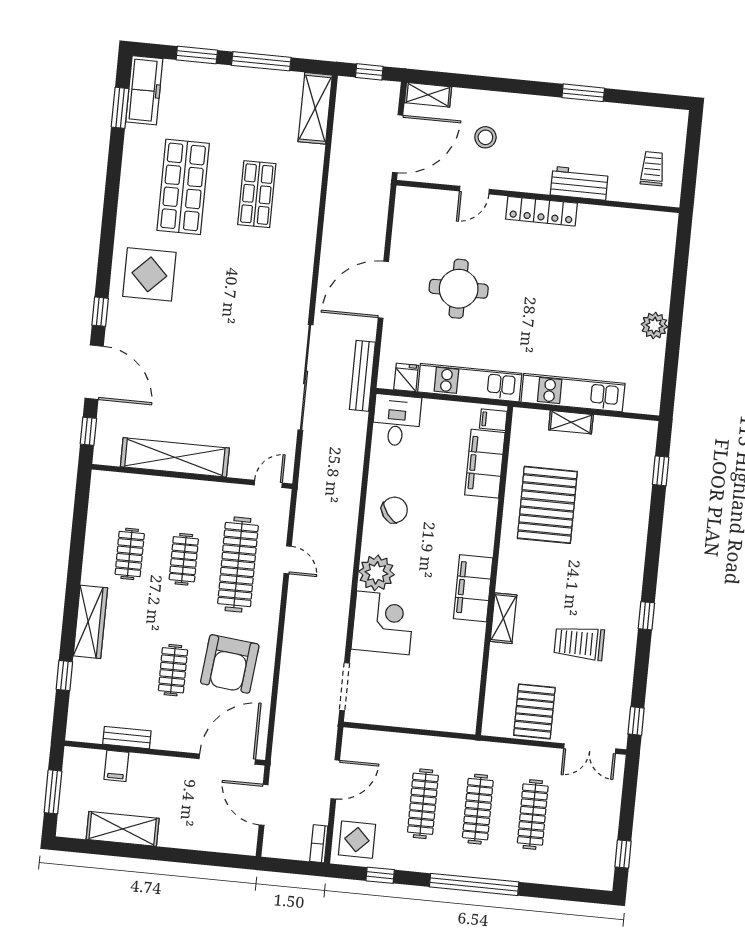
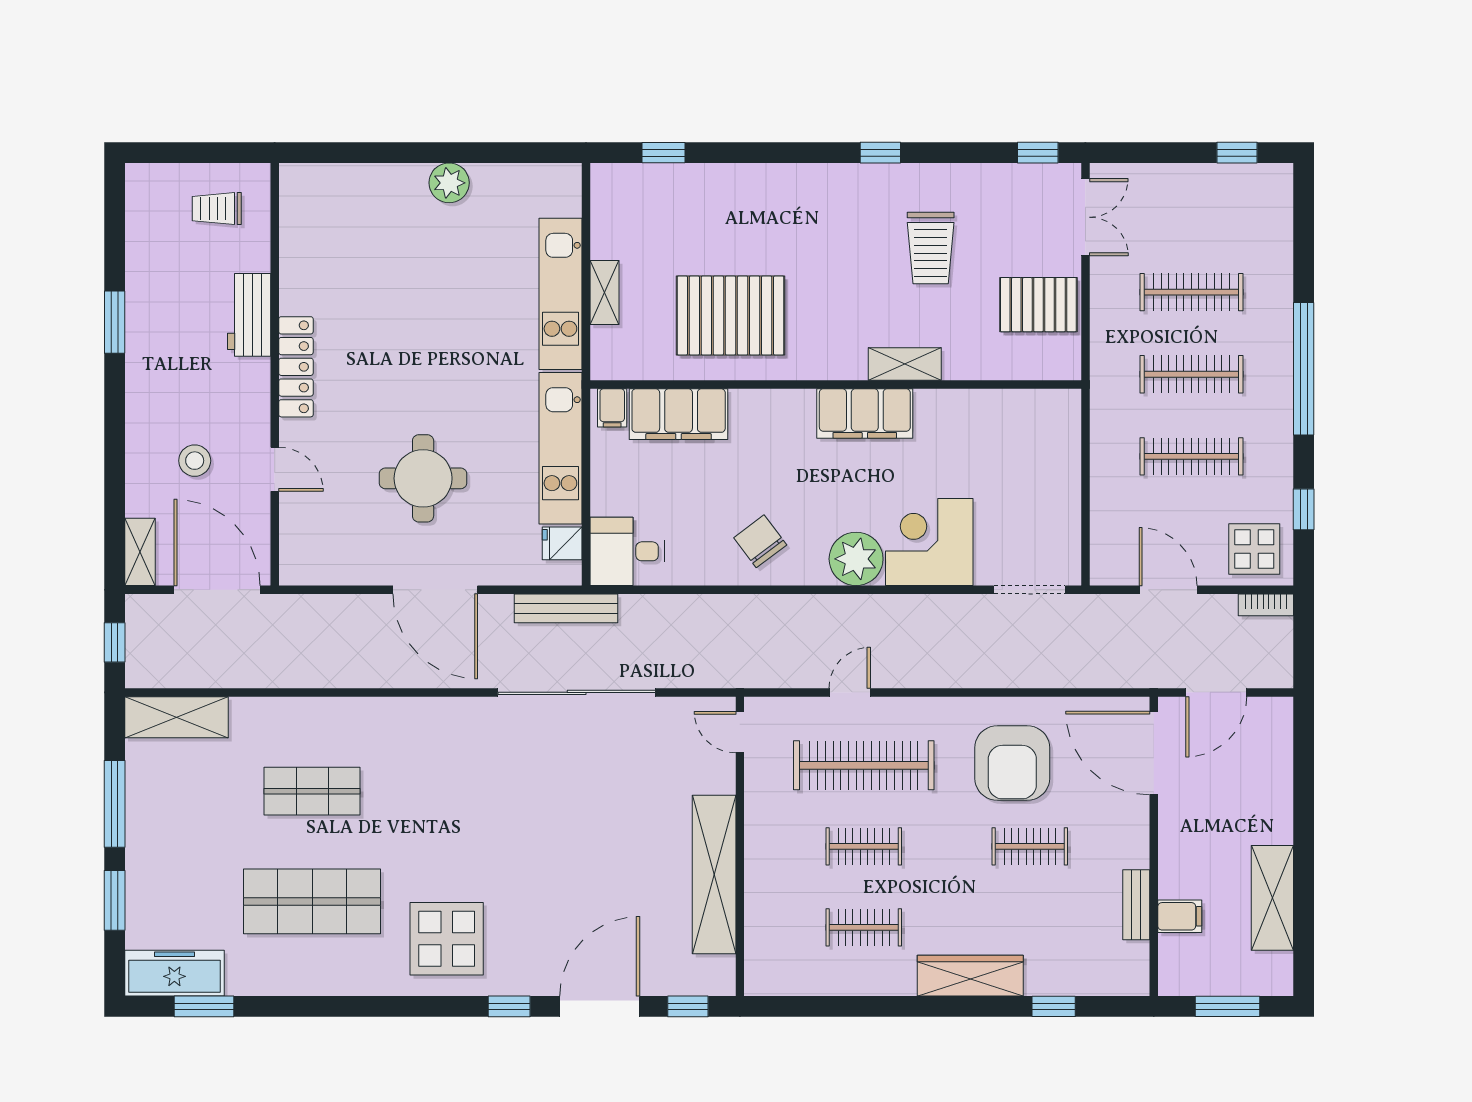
armchair: (230, 664) -> (1012, 763), turned 84

